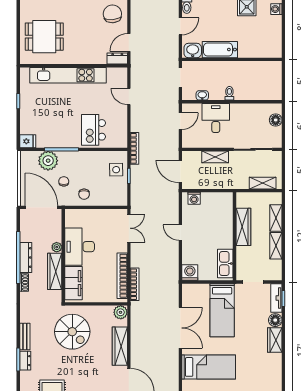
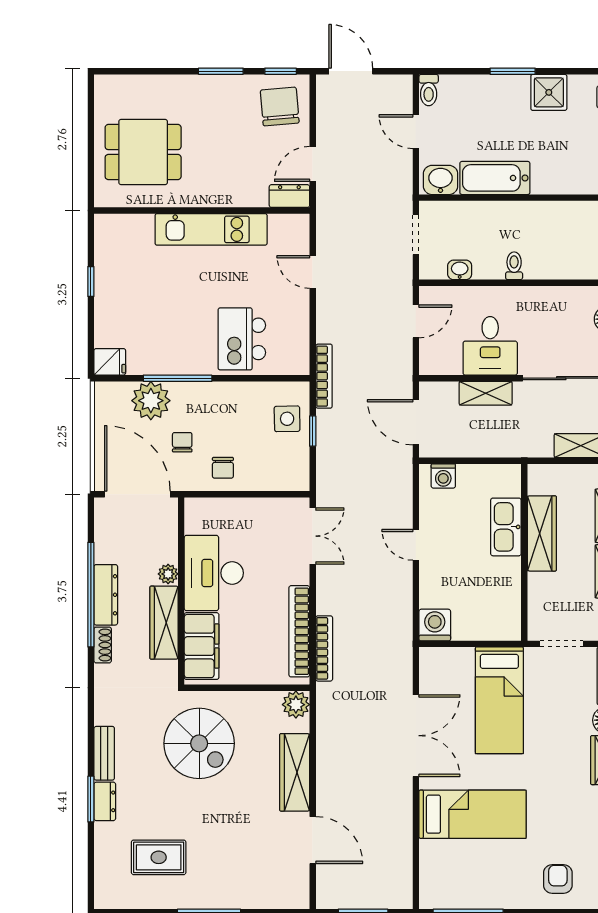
door: (180, 26) -> (416, 132), swing flipped
kitchen unit: (68, 75) -> (211, 229), width x0.73
desk: (216, 118) -> (490, 346), moved, turned 180
kitchen sink: (225, 264) -> (506, 527), moved

